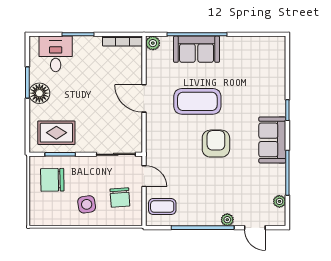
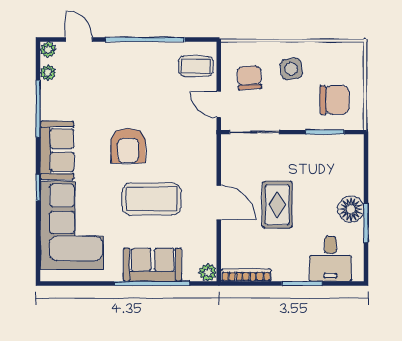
corner sofa: (261, 80) -> (72, 225), added
rug: (56, 133) -> (277, 205), moved, turned 90
plant: (227, 220) -> (48, 50), moved

